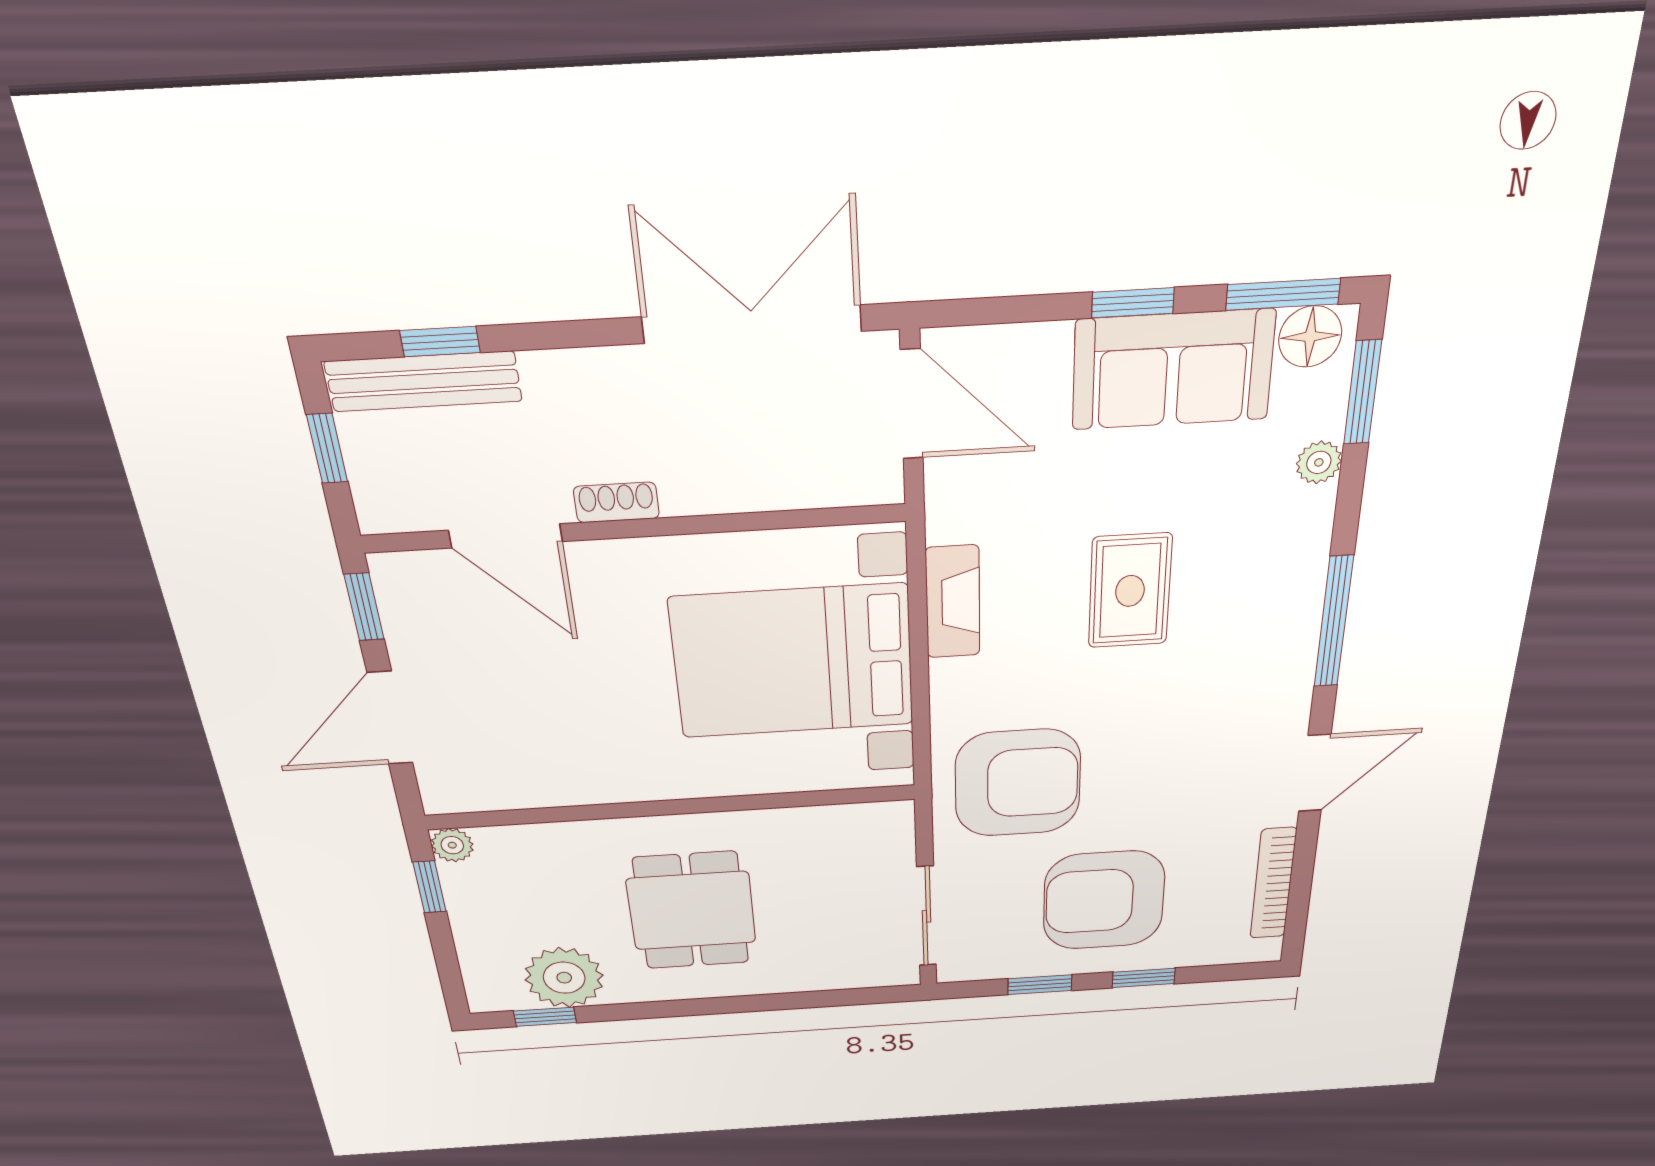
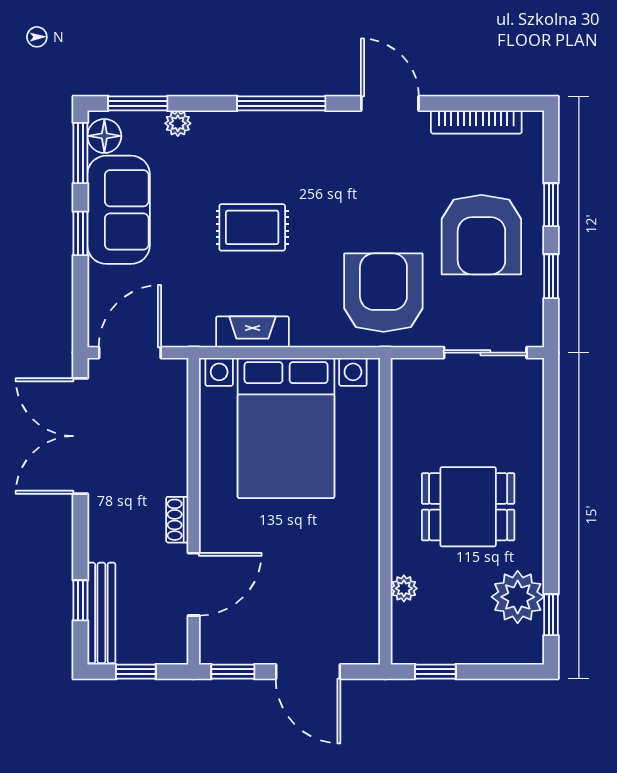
plant: (452, 845) -> (404, 588), moved

